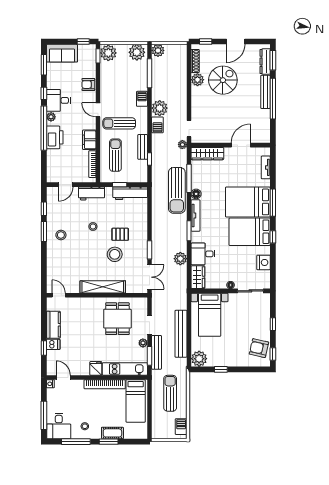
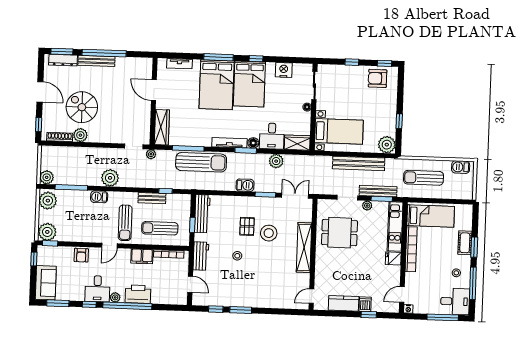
barbecue: (157, 125) -> (245, 185), moved
floor lamp: (196, 194) -> (253, 143), moved
stool: (61, 235) -> (245, 291), removed
armchair: (259, 348) -> (378, 78), turned 77

